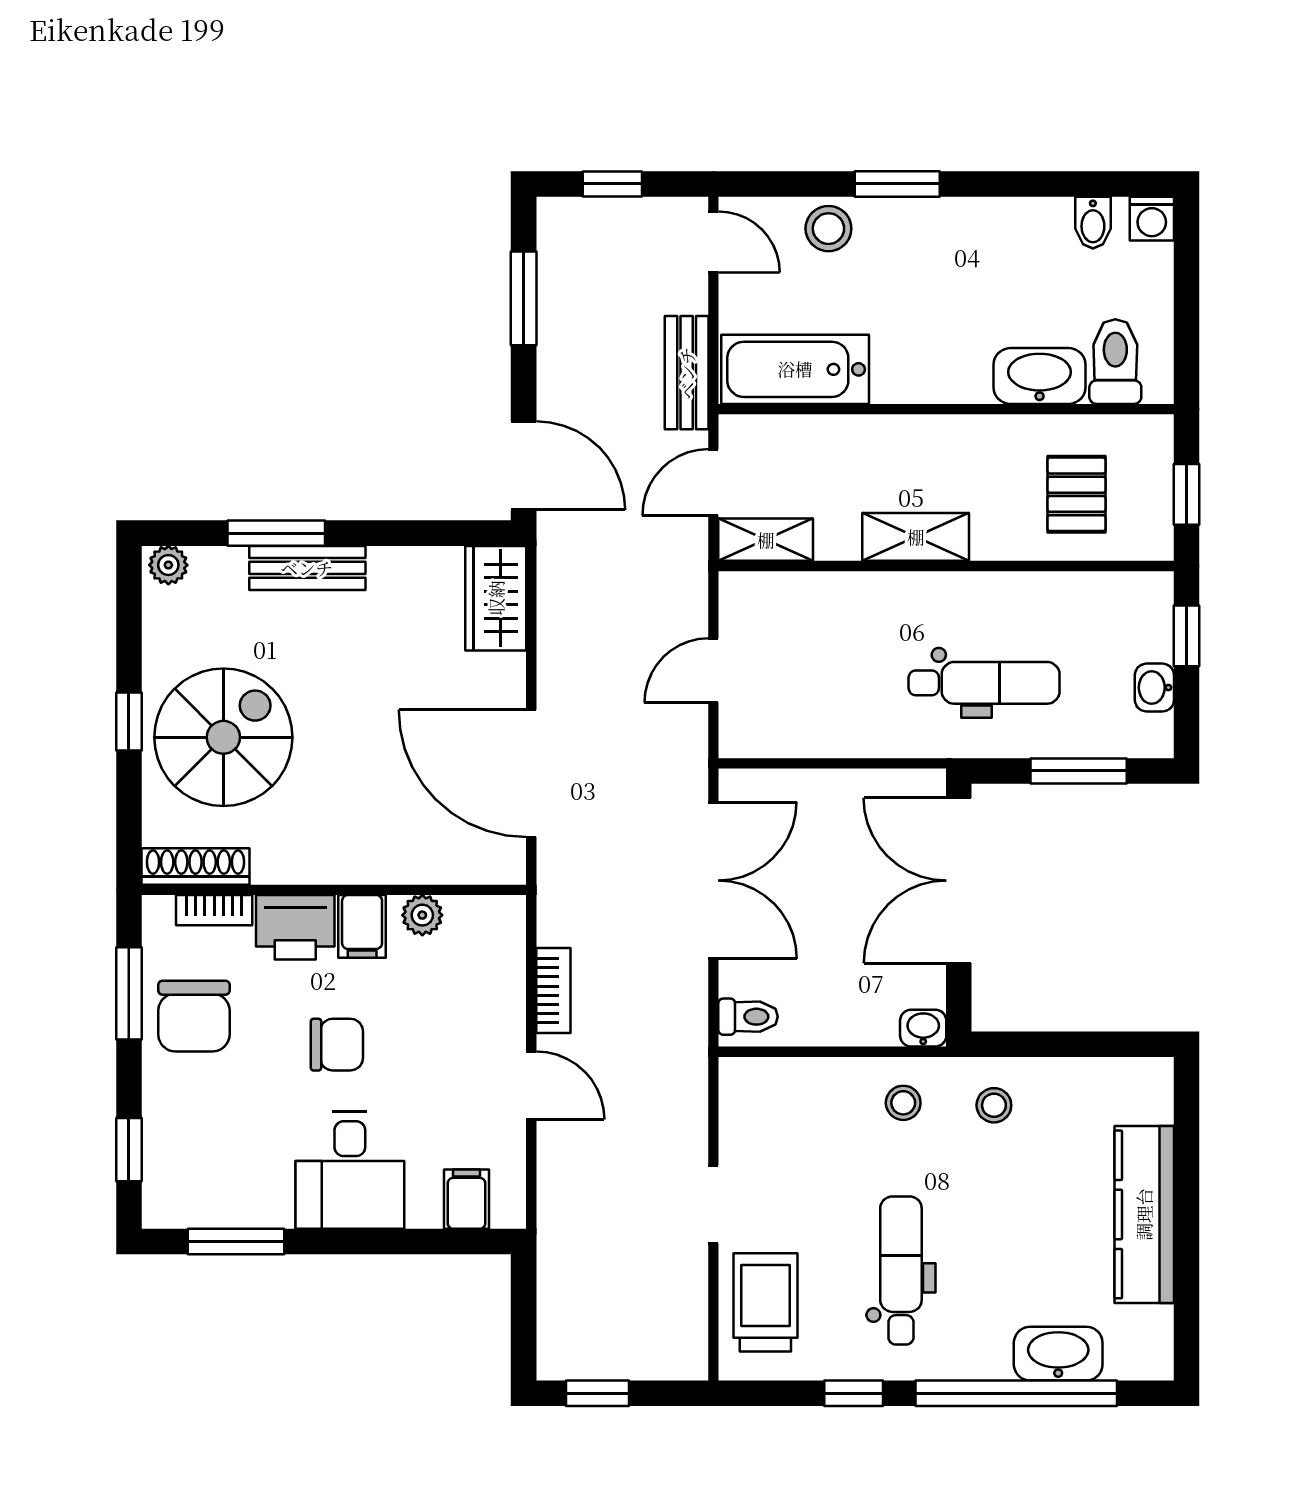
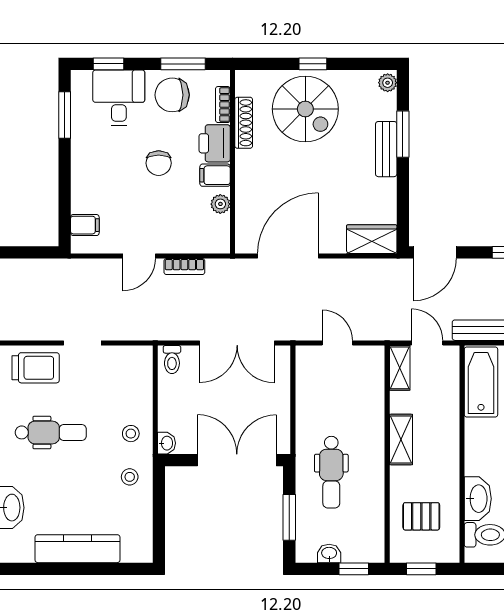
shoe rack: (195, 866) -> (244, 123), moved
desk: (350, 1170) -> (119, 98), moved, turned 90

